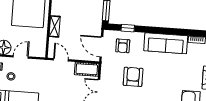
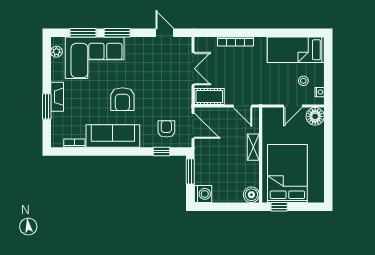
armchair: (133, 77) -> (122, 99), moved

